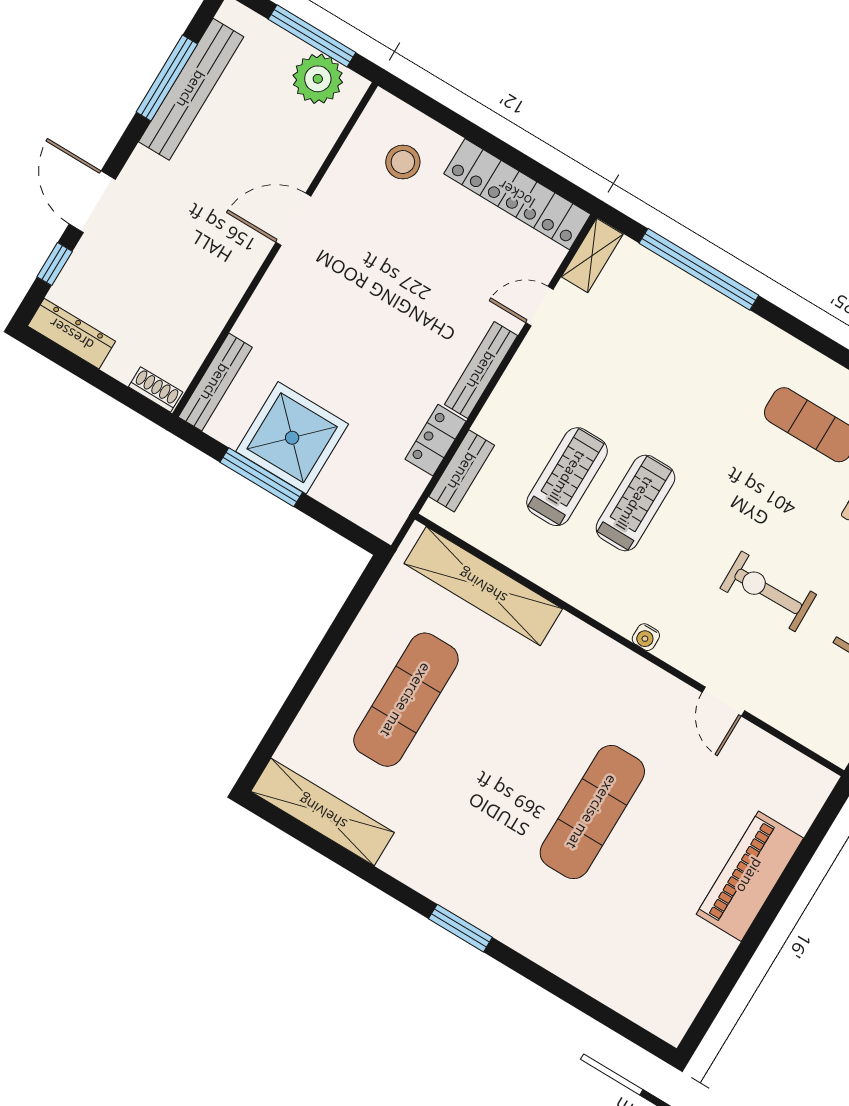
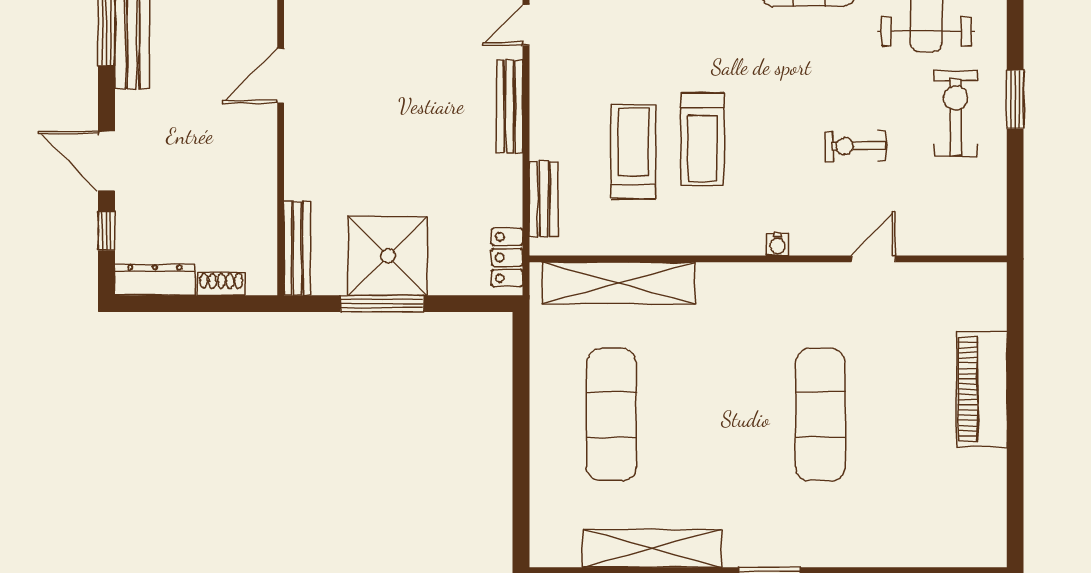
shoe rack: (156, 389) -> (221, 284), moved
locker: (436, 440) -> (507, 257), moved
treadmill: (635, 503) -> (702, 139), turned 180
exercise bike: (768, 591) -> (855, 146), width x0.73, depth x0.72
door: (723, 701) -> (873, 259), swing flipped
shelving: (323, 812) -> (652, 548), moved

